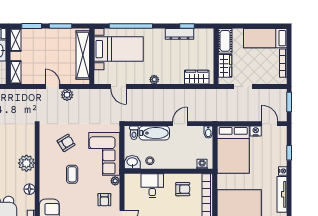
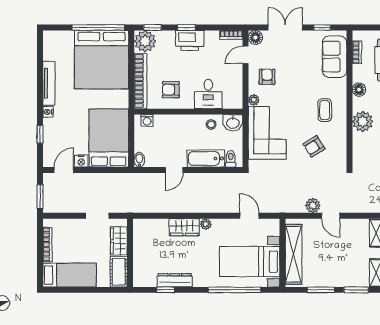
wardrobe: (197, 77) -> (184, 227), moved
door: (270, 124) -> (64, 170), swing flipped
coffee table: (72, 174) -> (325, 110), moved

